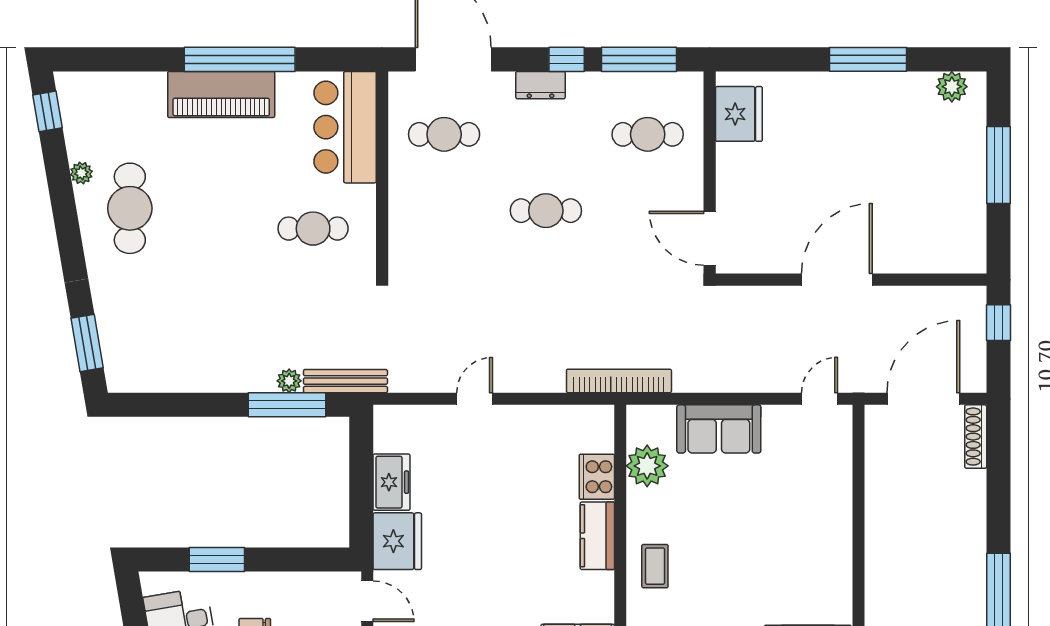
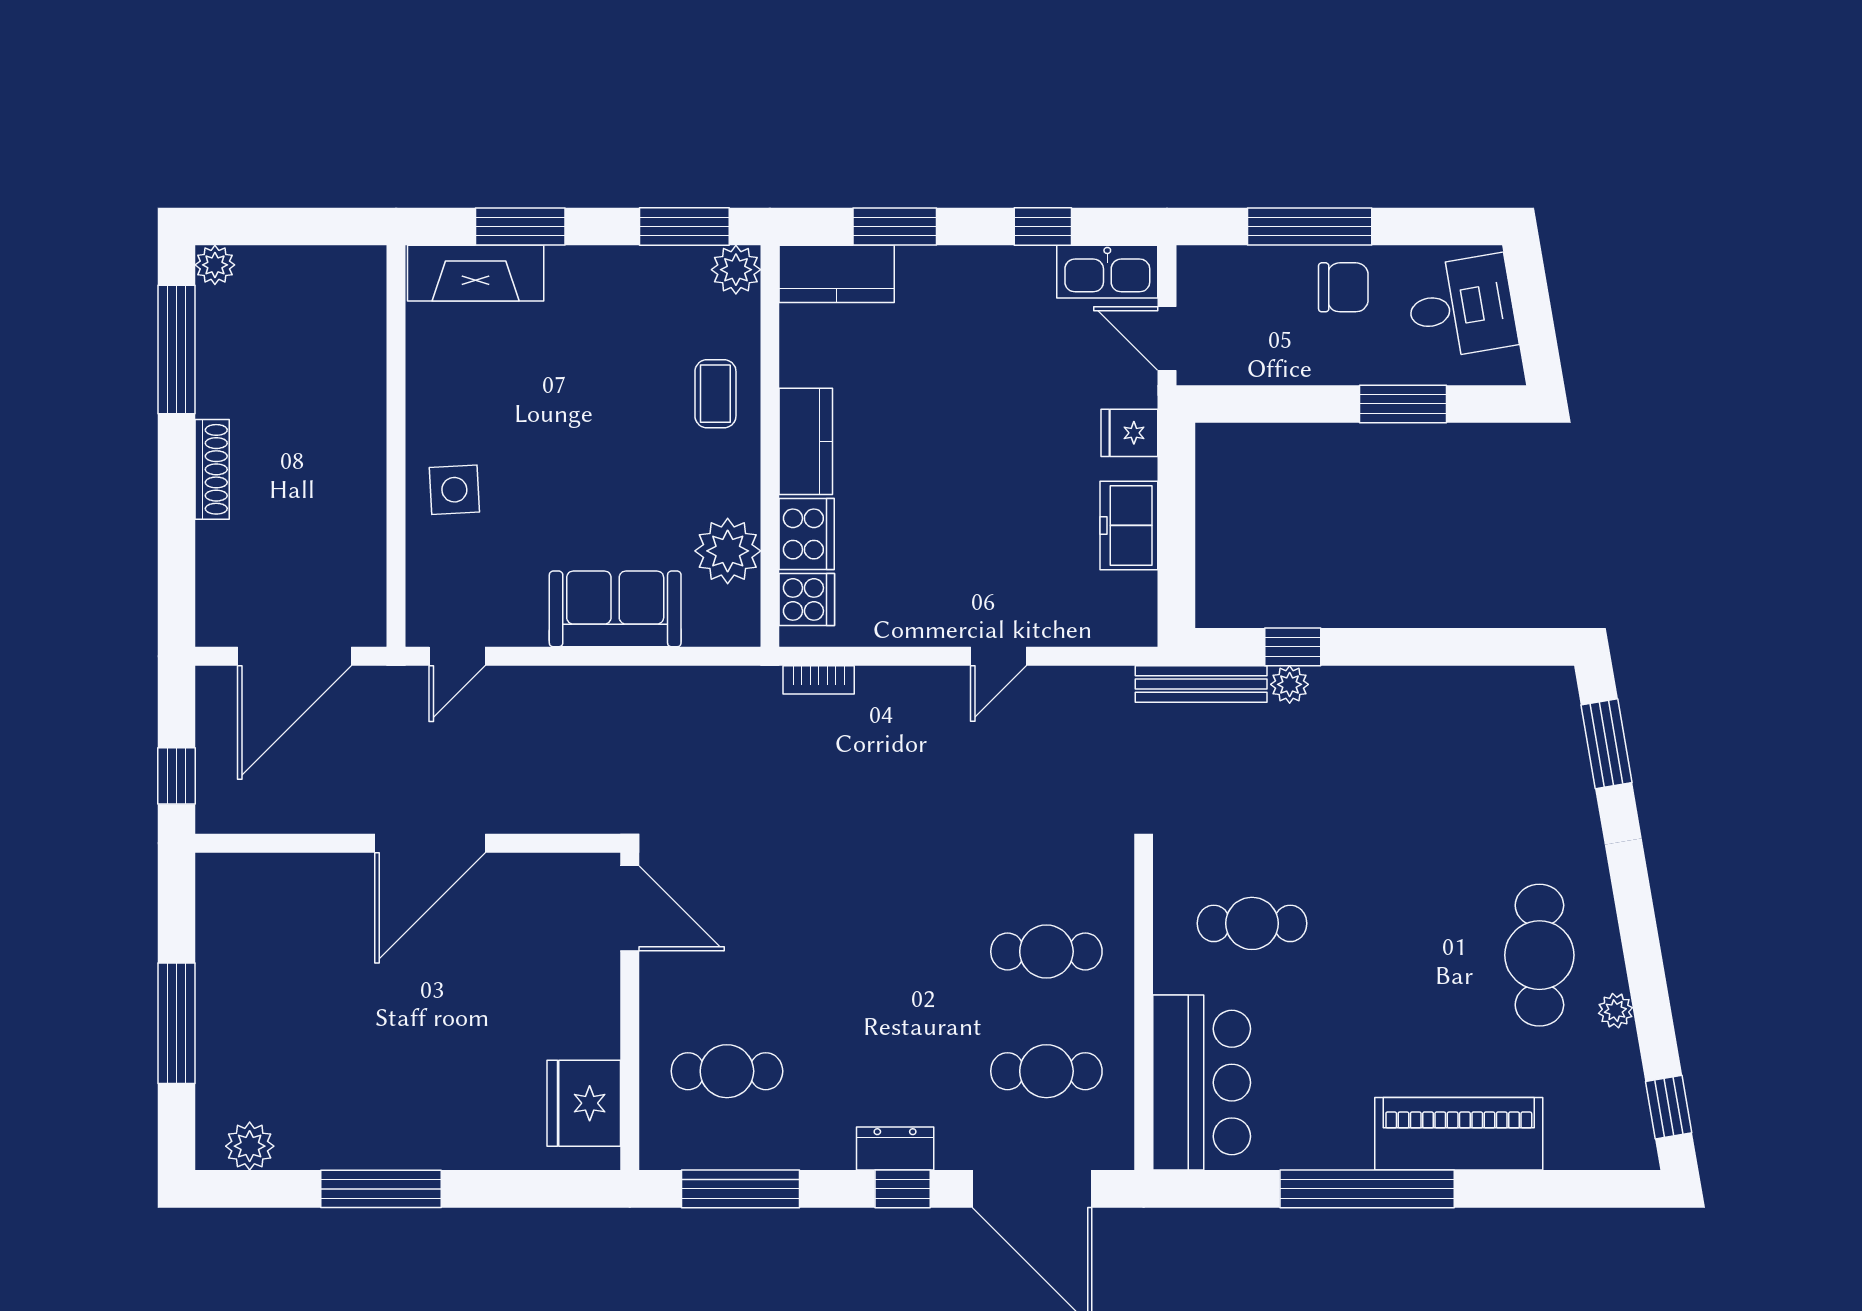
window: (567, 59) -> (903, 1189), moved
piano: (221, 94) -> (1459, 1134), moved
cafe table: (546, 211) -> (1046, 952), moved
bookcase: (619, 381) -> (819, 680), width x0.43, depth x0.76
window: (287, 405) -> (1293, 647), width x0.46
cooker: (597, 435) -> (807, 599), added
shoe rack: (976, 437) -> (212, 469), moved
side table: (821, 505) -> (454, 490), added
fridge: (397, 541) -> (1129, 433), width x0.53, depth x0.75

